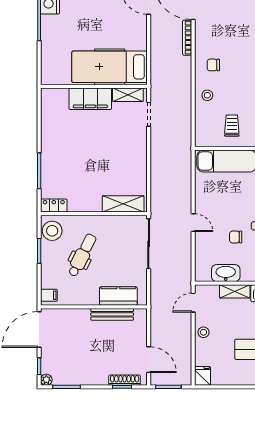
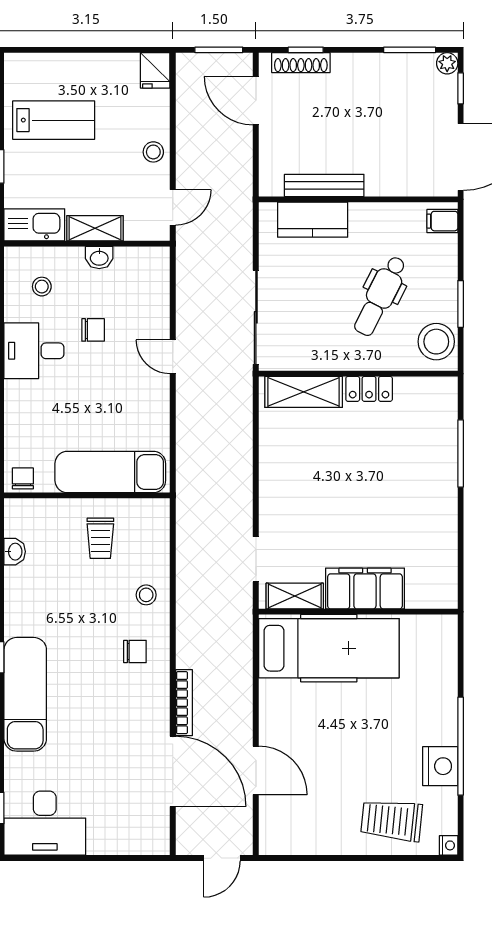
locker: (54, 206) -> (369, 389), moved
washbasin: (226, 273) -> (99, 258), width x0.52, depth x0.69

